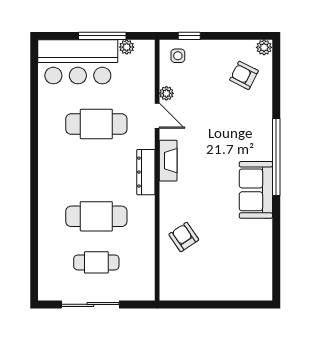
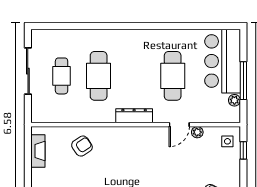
fireplace: (168, 161) -> (38, 151), moved, turned -90

